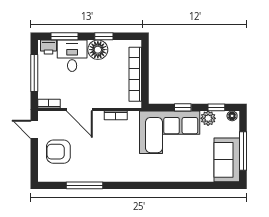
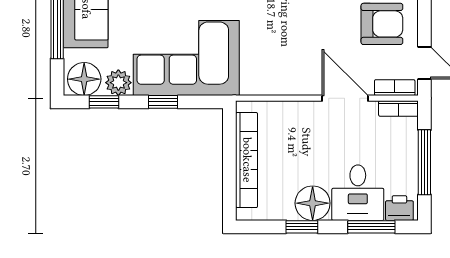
bookcase: (116, 115) -> (395, 88), moved
floor lamp: (232, 116) -> (84, 79), width x1.89, depth x1.89

